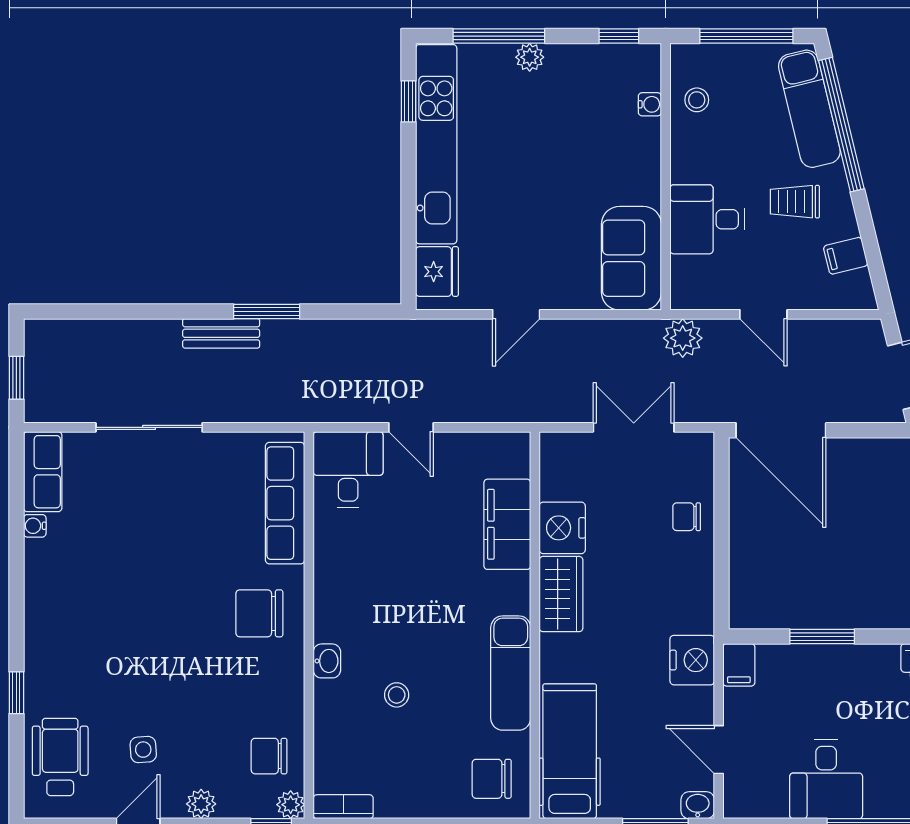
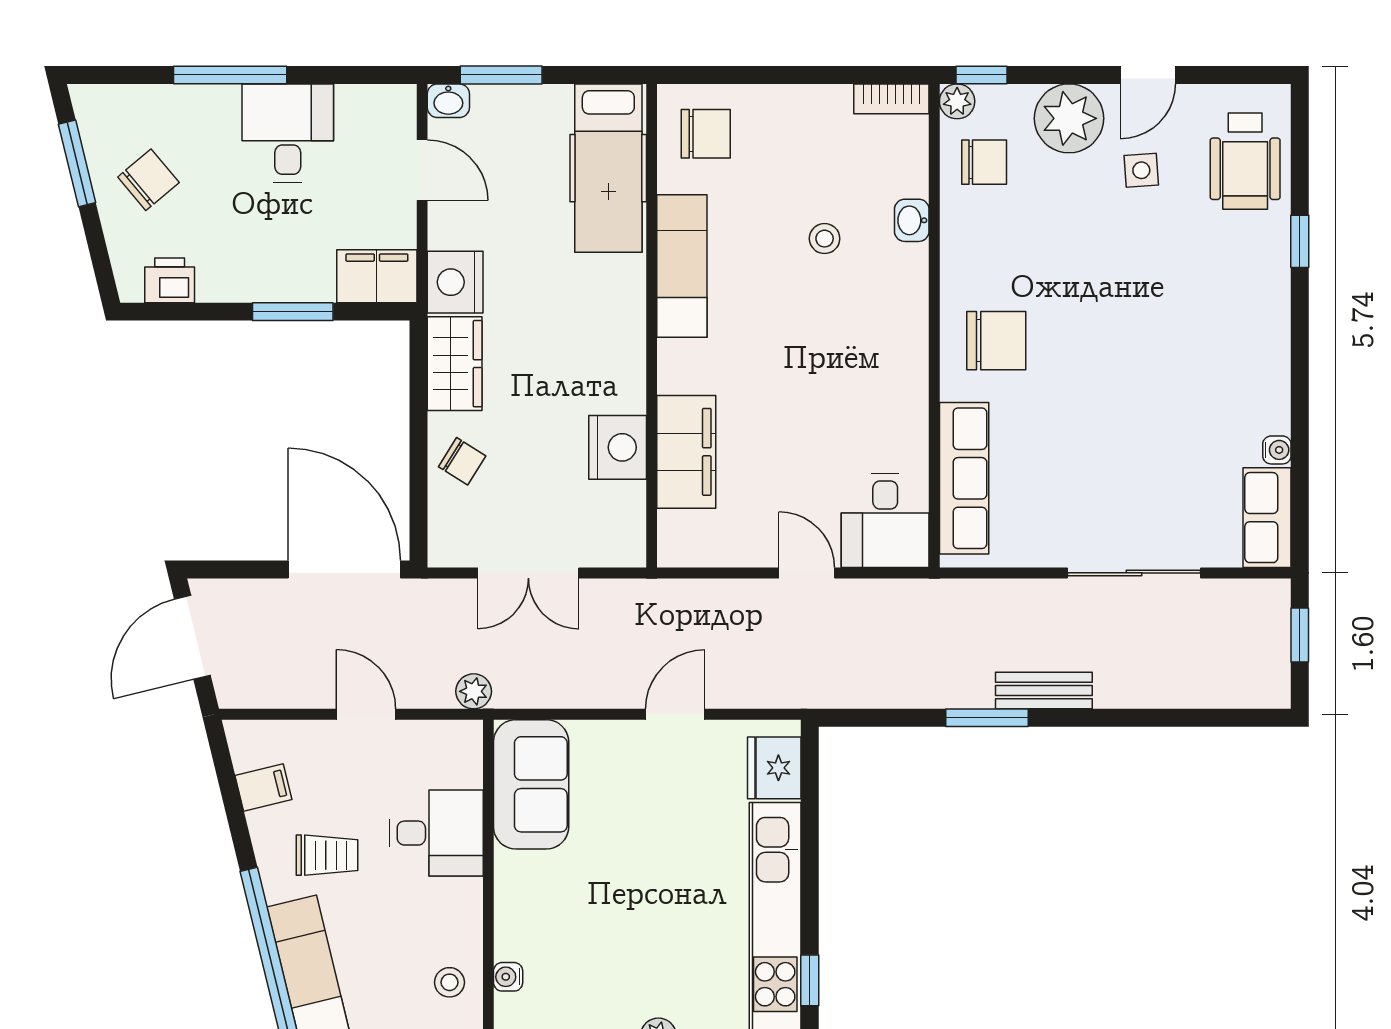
plant: (683, 338) -> (474, 691), width x0.73, depth x0.73
chair: (687, 517) -> (462, 461), turned 32
wardrobe: (561, 594) -> (455, 364), moved, turned 180
washbasin: (327, 661) -> (912, 220), moved
filing cabinet: (739, 665) -> (377, 276), width x2.00
plant: (201, 804) -> (1069, 118), width x1.88, depth x1.88

